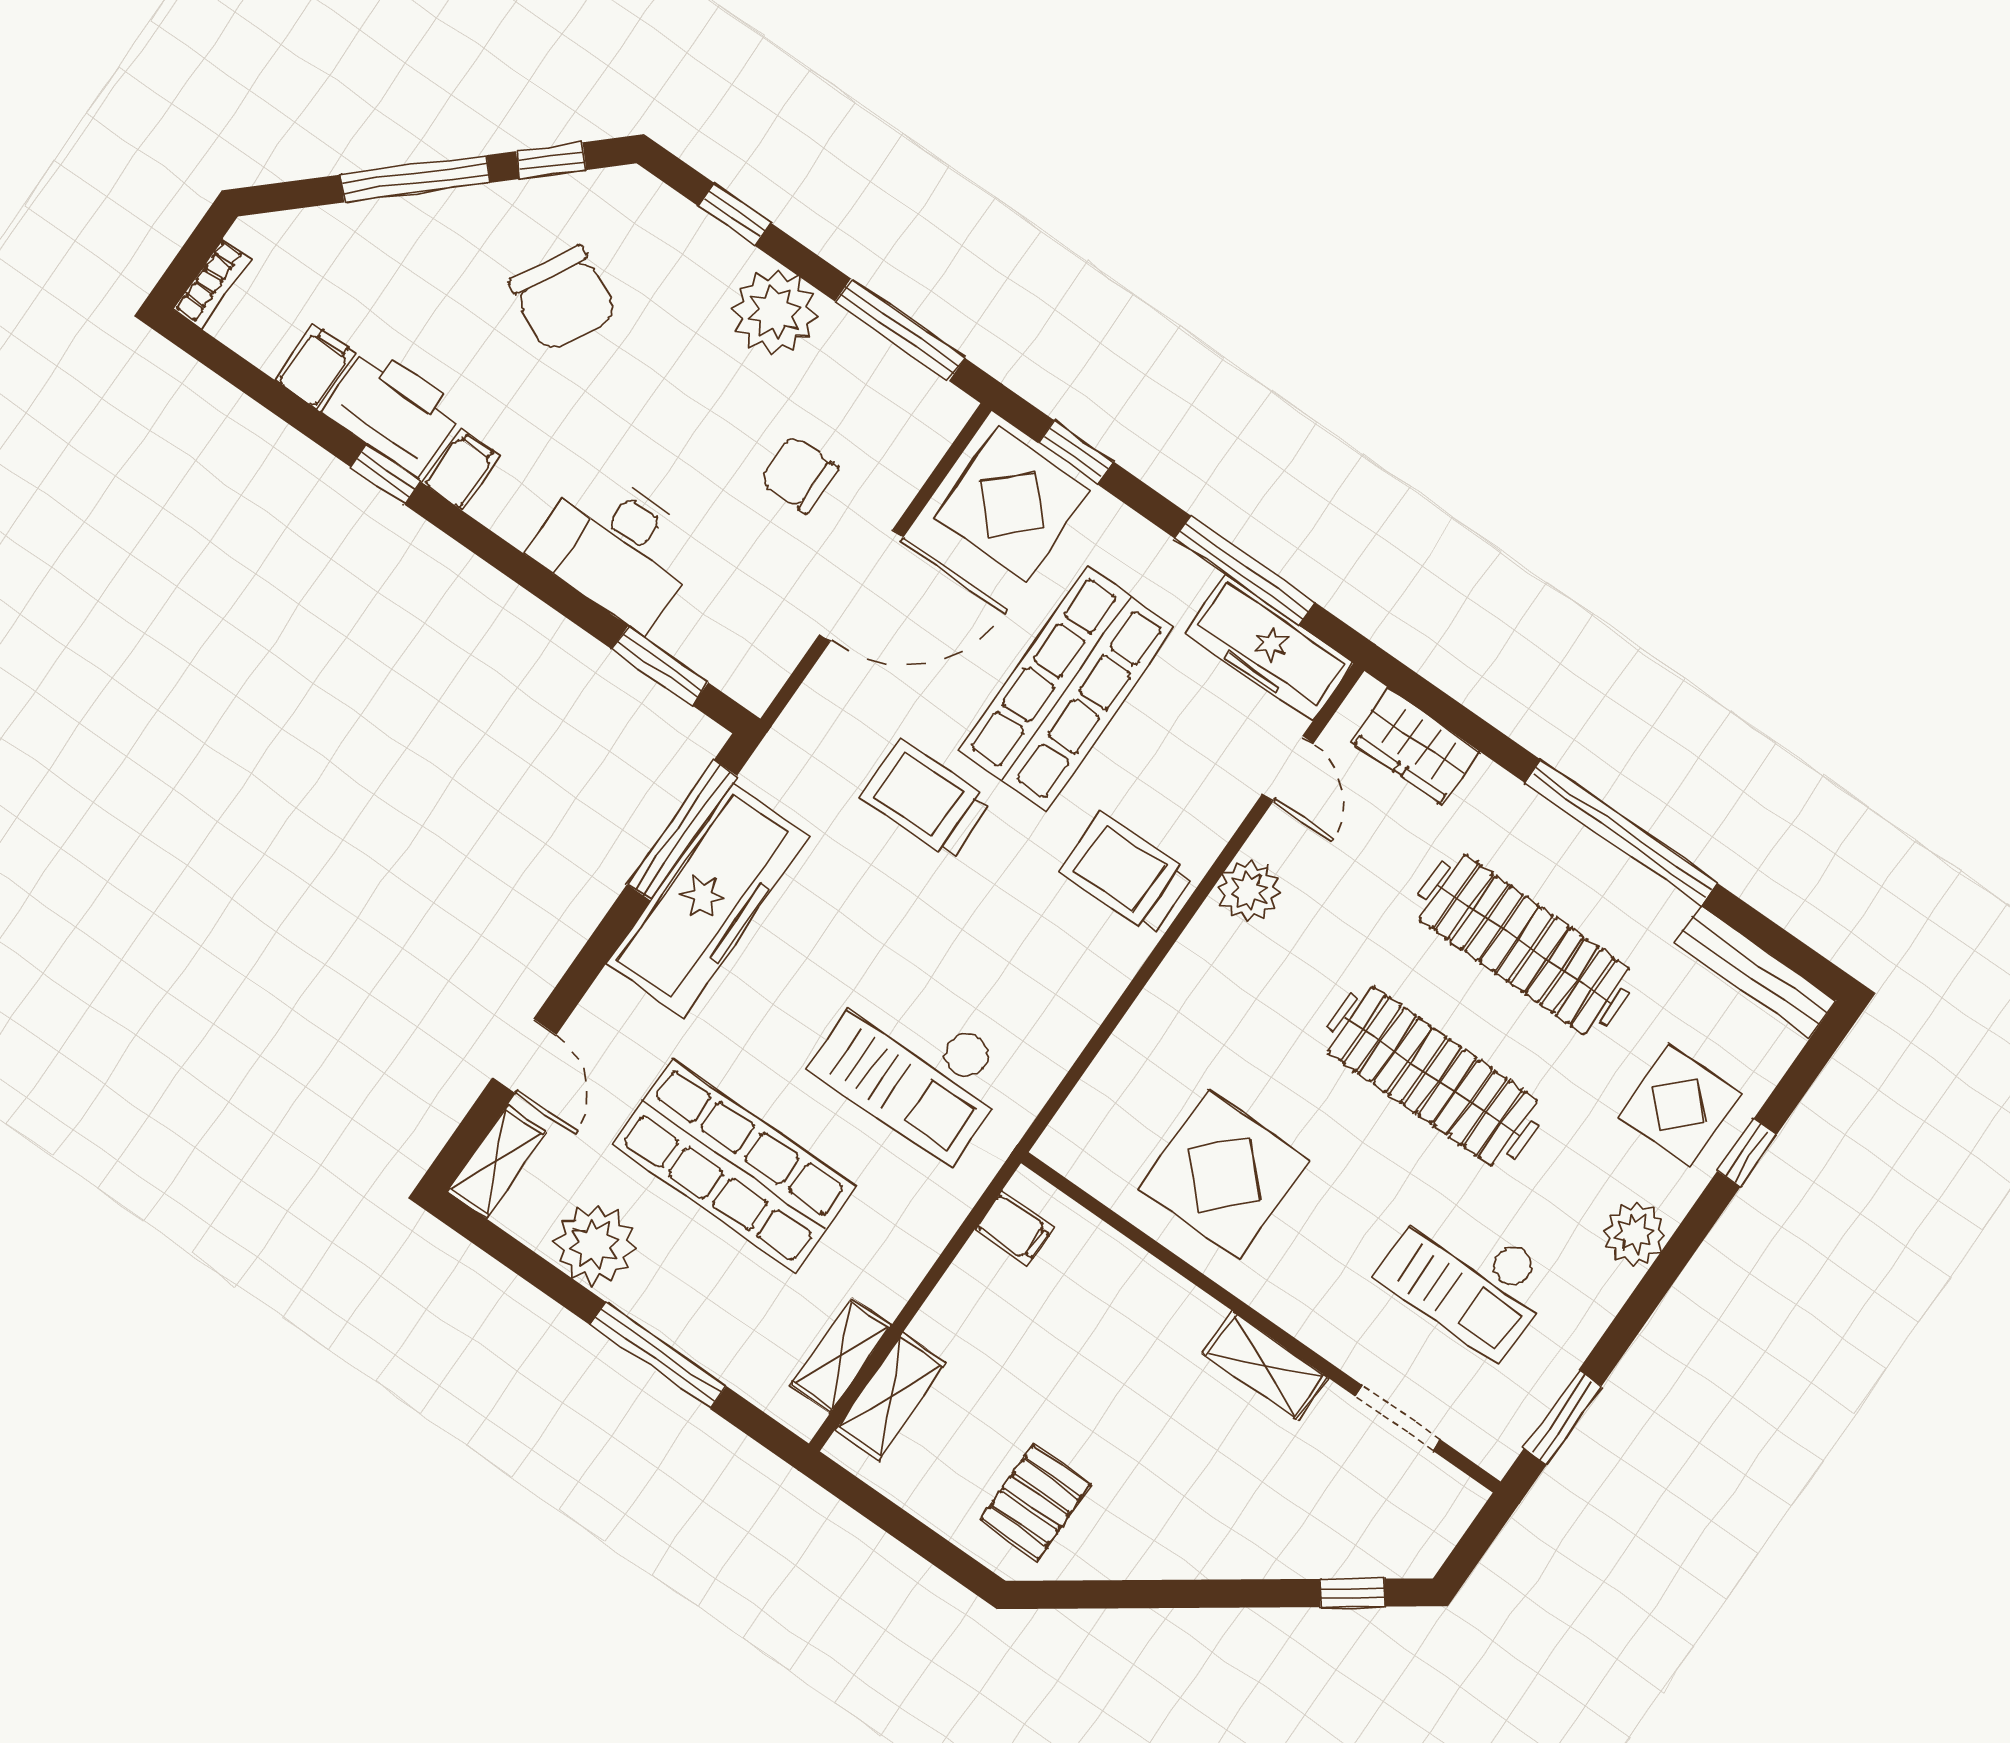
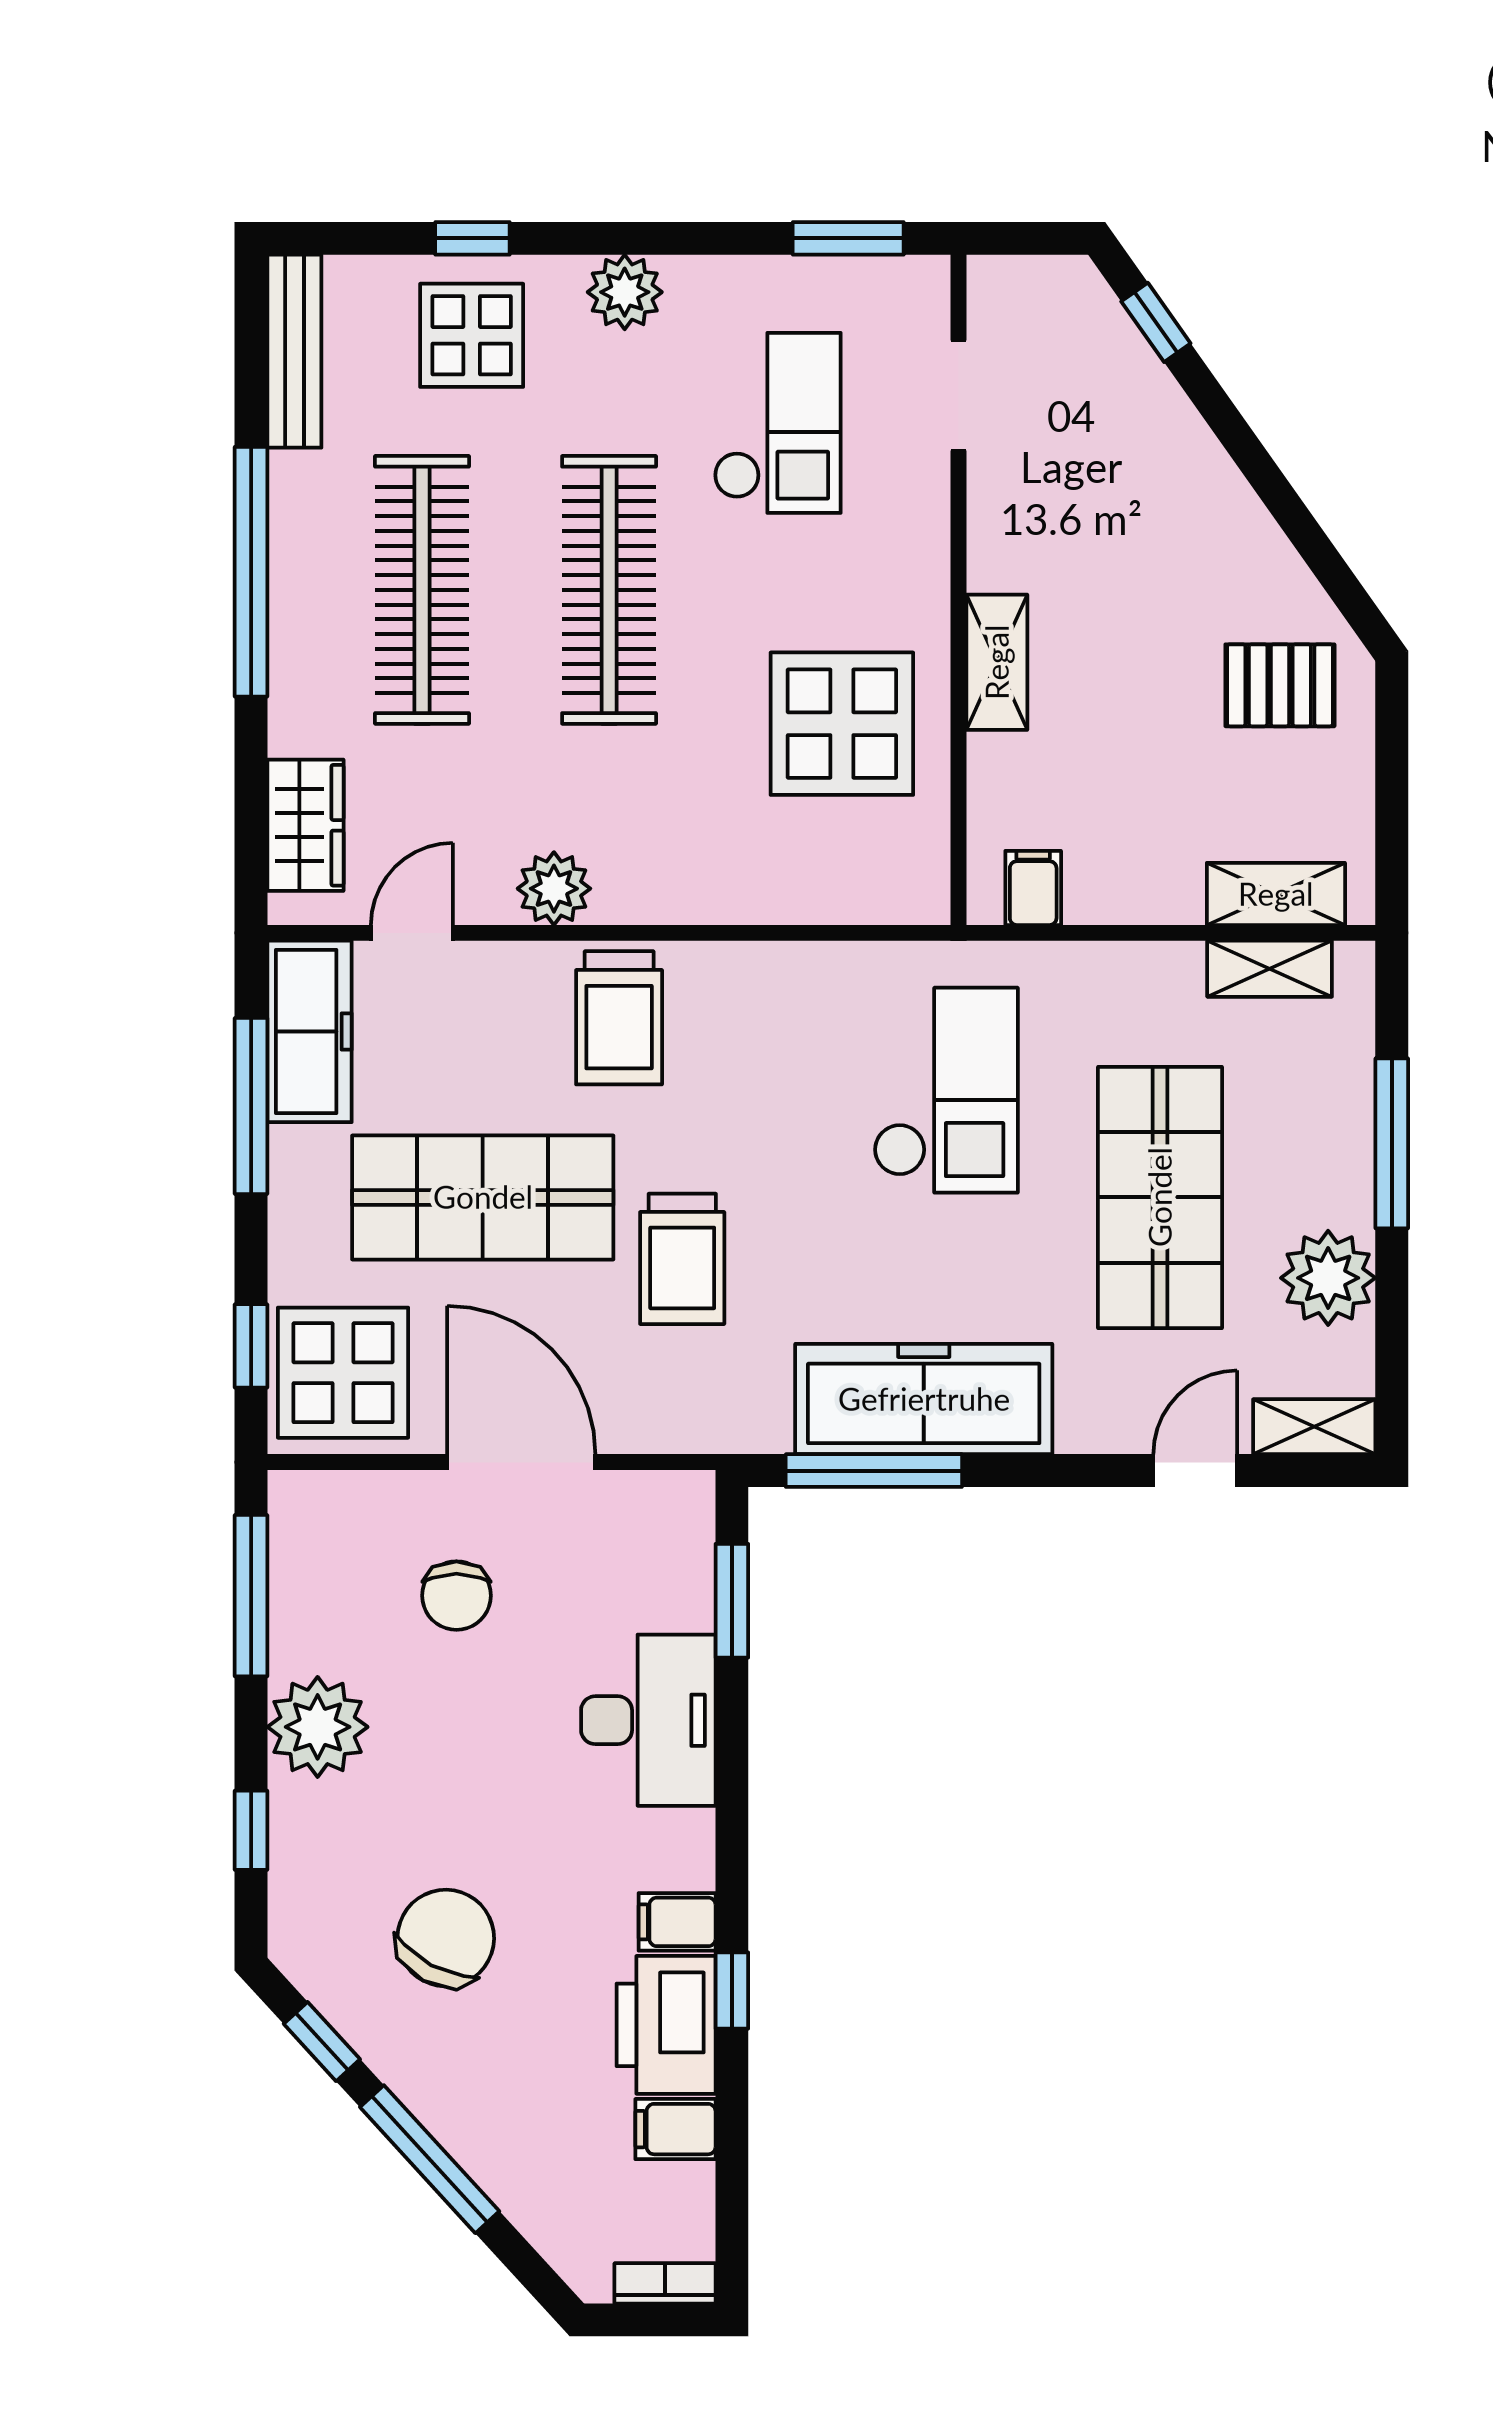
shelving: (1265, 1365) -> (997, 662), moved

